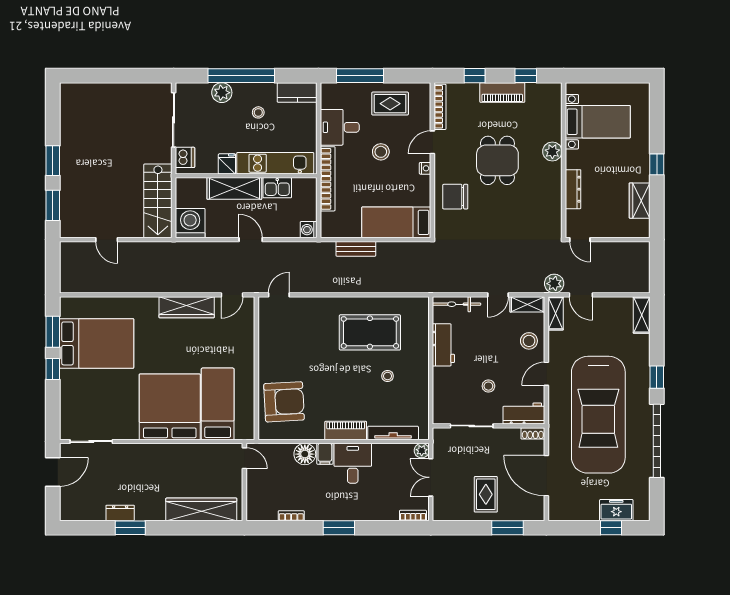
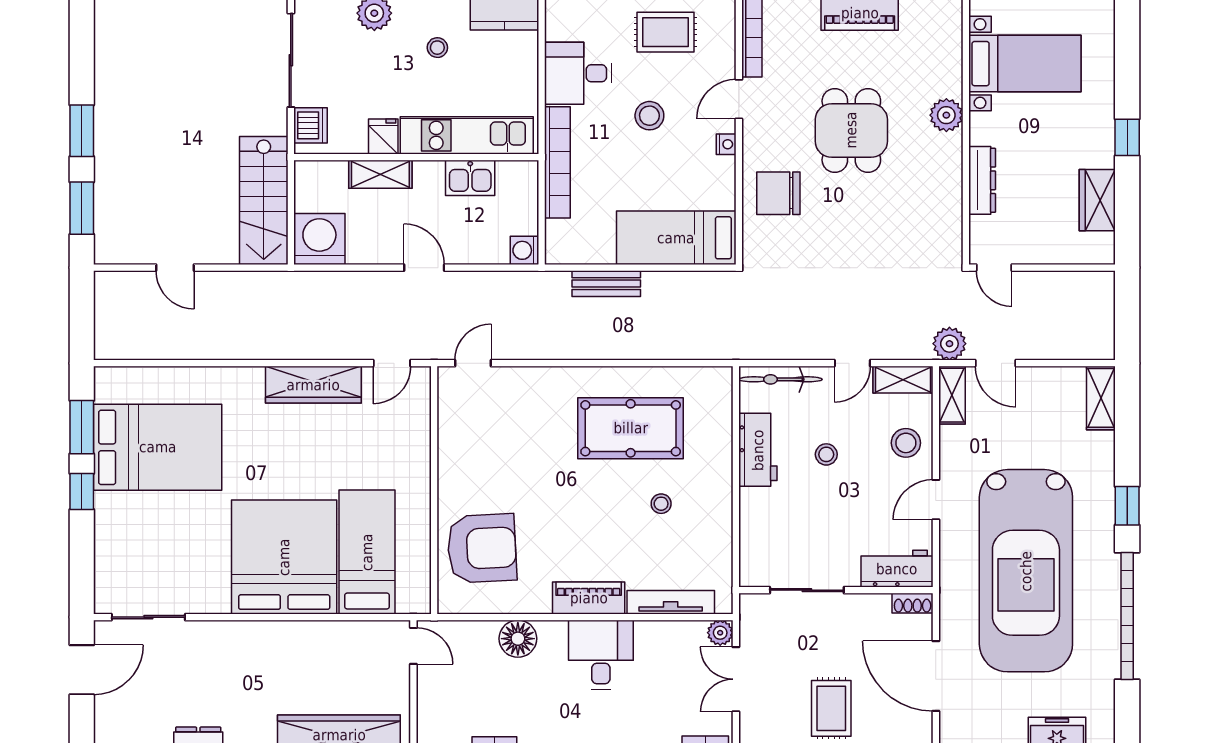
shelving: (234, 188) -> (380, 174), width x0.67, depth x0.75
stool: (488, 386) -> (826, 454), moved
filing cabinet: (325, 454) -> (553, 638), removed

